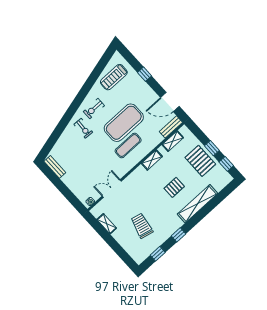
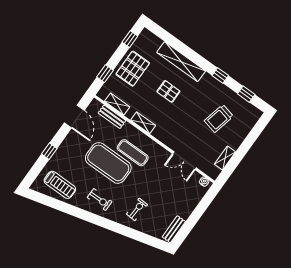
bench: (171, 127) -> (112, 117), moved
exercise bike: (83, 128) -> (137, 209), moved
window: (212, 148) -> (105, 74), moved

